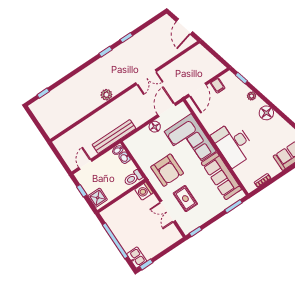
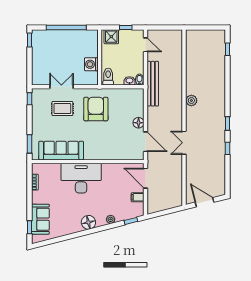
corner sofa: (190, 141) -> (107, 144), removed
armchair: (167, 170) -> (96, 109), turned 90
washing machine: (144, 191) -> (91, 64), moved, turned -90
kitchen sink: (137, 258) -> (41, 36), removed

